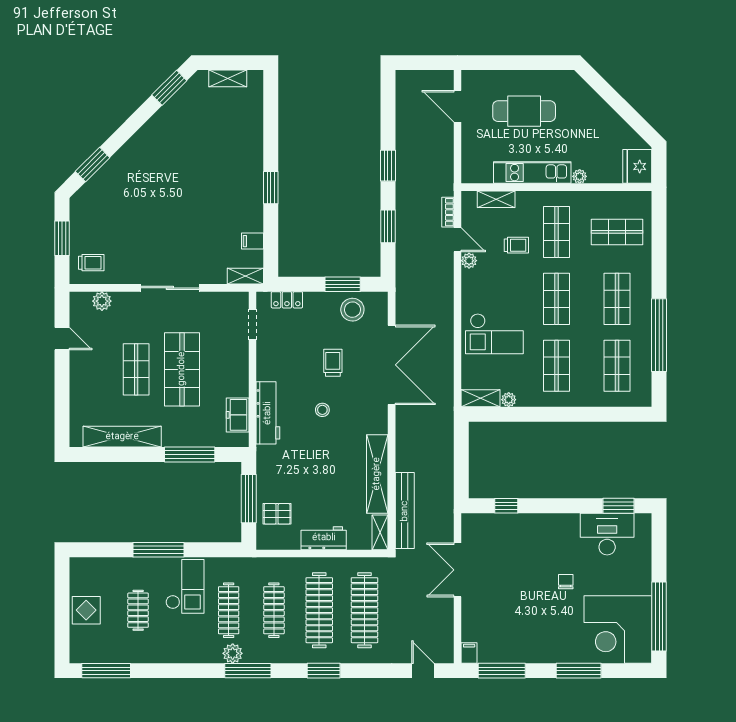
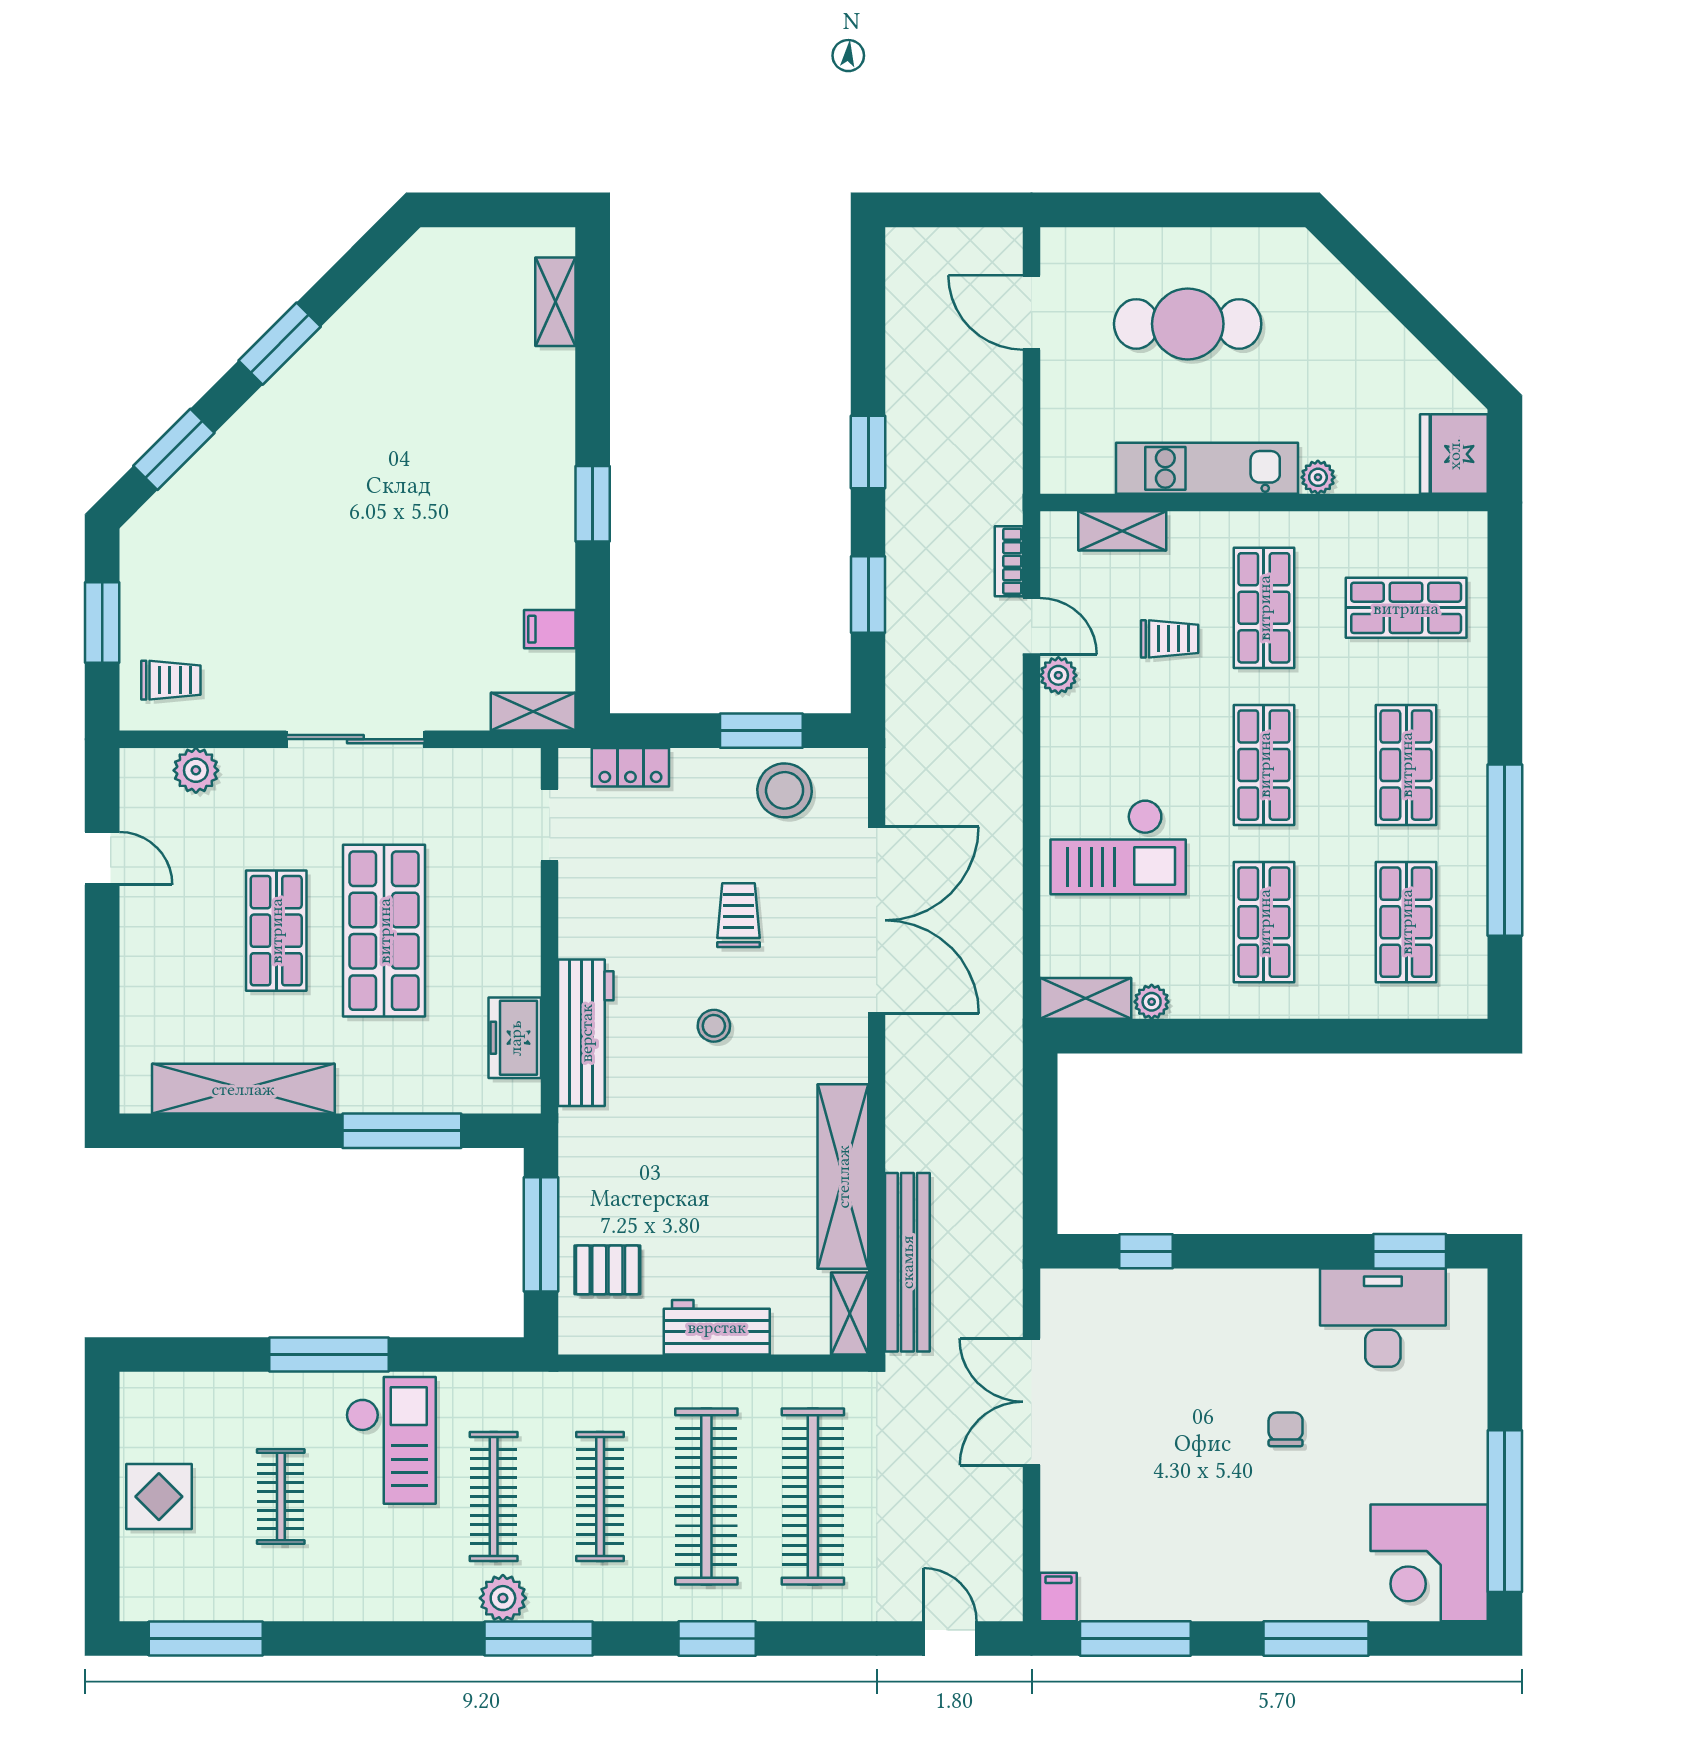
shelving: (228, 78) -> (555, 302), moved, turned 90
window: (169, 88) -> (280, 344), moved
corner desk: (618, 629) -> (1429, 1563), width x0.74, depth x0.74

